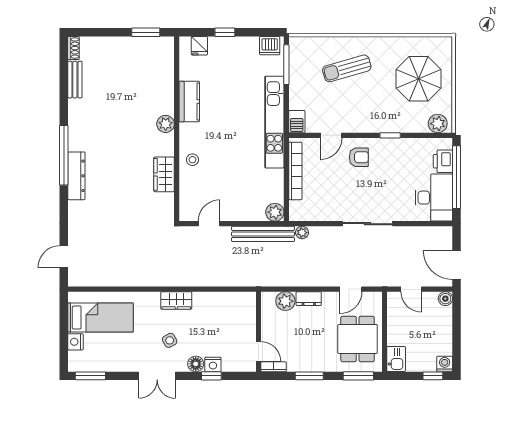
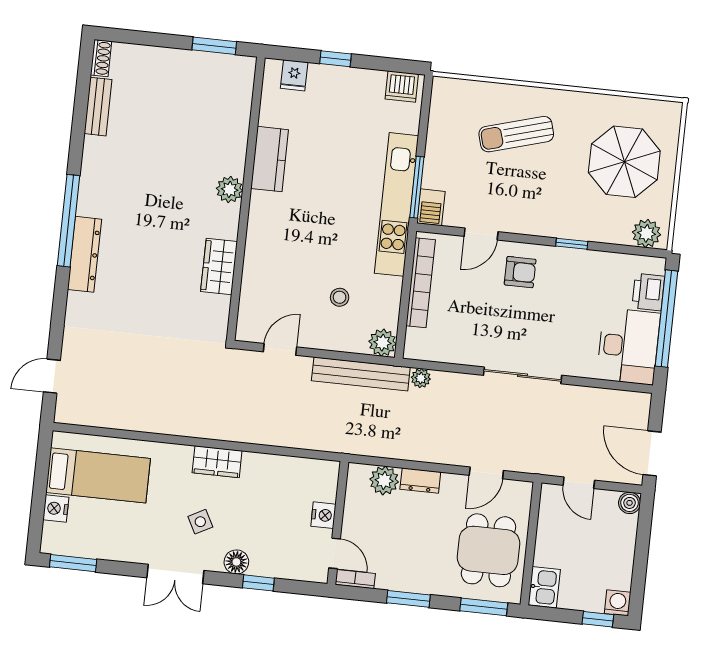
window: (286, 65) -> (417, 187), moved
stool: (192, 160) -> (340, 297), moved
nightstand: (213, 364) -> (323, 515), moved, turned -90

